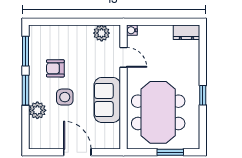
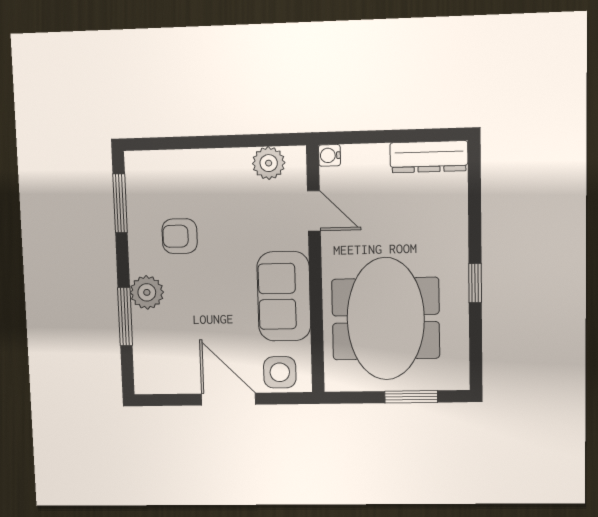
dresser: (186, 32) -> (429, 157), width x1.44
window: (26, 90) -> (125, 317), moved
side table: (65, 97) -> (280, 372), moved
plant: (37, 110) -> (147, 292), moved

